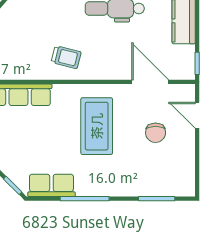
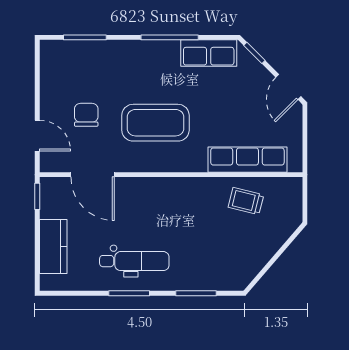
trolley: (66, 57) -> (246, 201), moved
coffee table: (97, 126) -> (155, 123), turned 90

